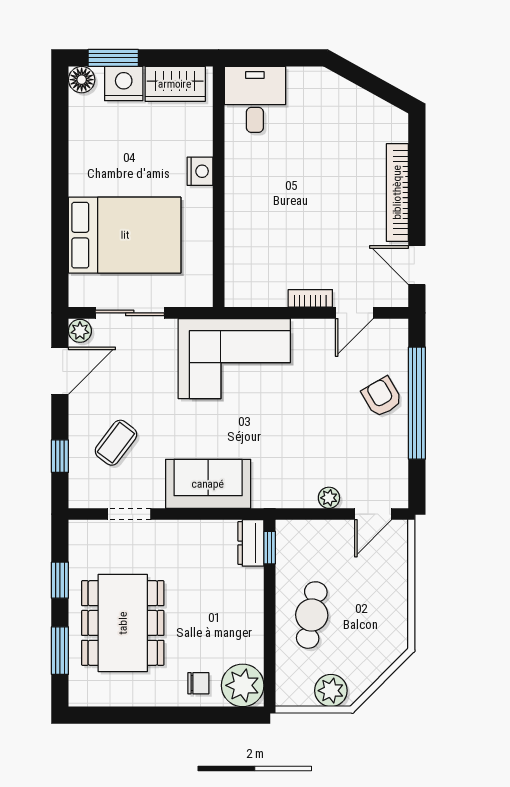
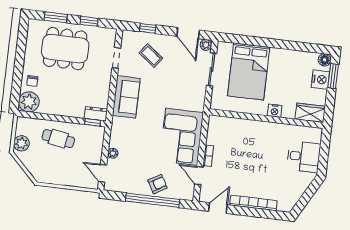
wardrobe: (175, 84) -> (310, 113), moved, turned 90
desk: (255, 99) -> (304, 157), moved
corner sofa: (234, 359) -> (182, 137), moved

